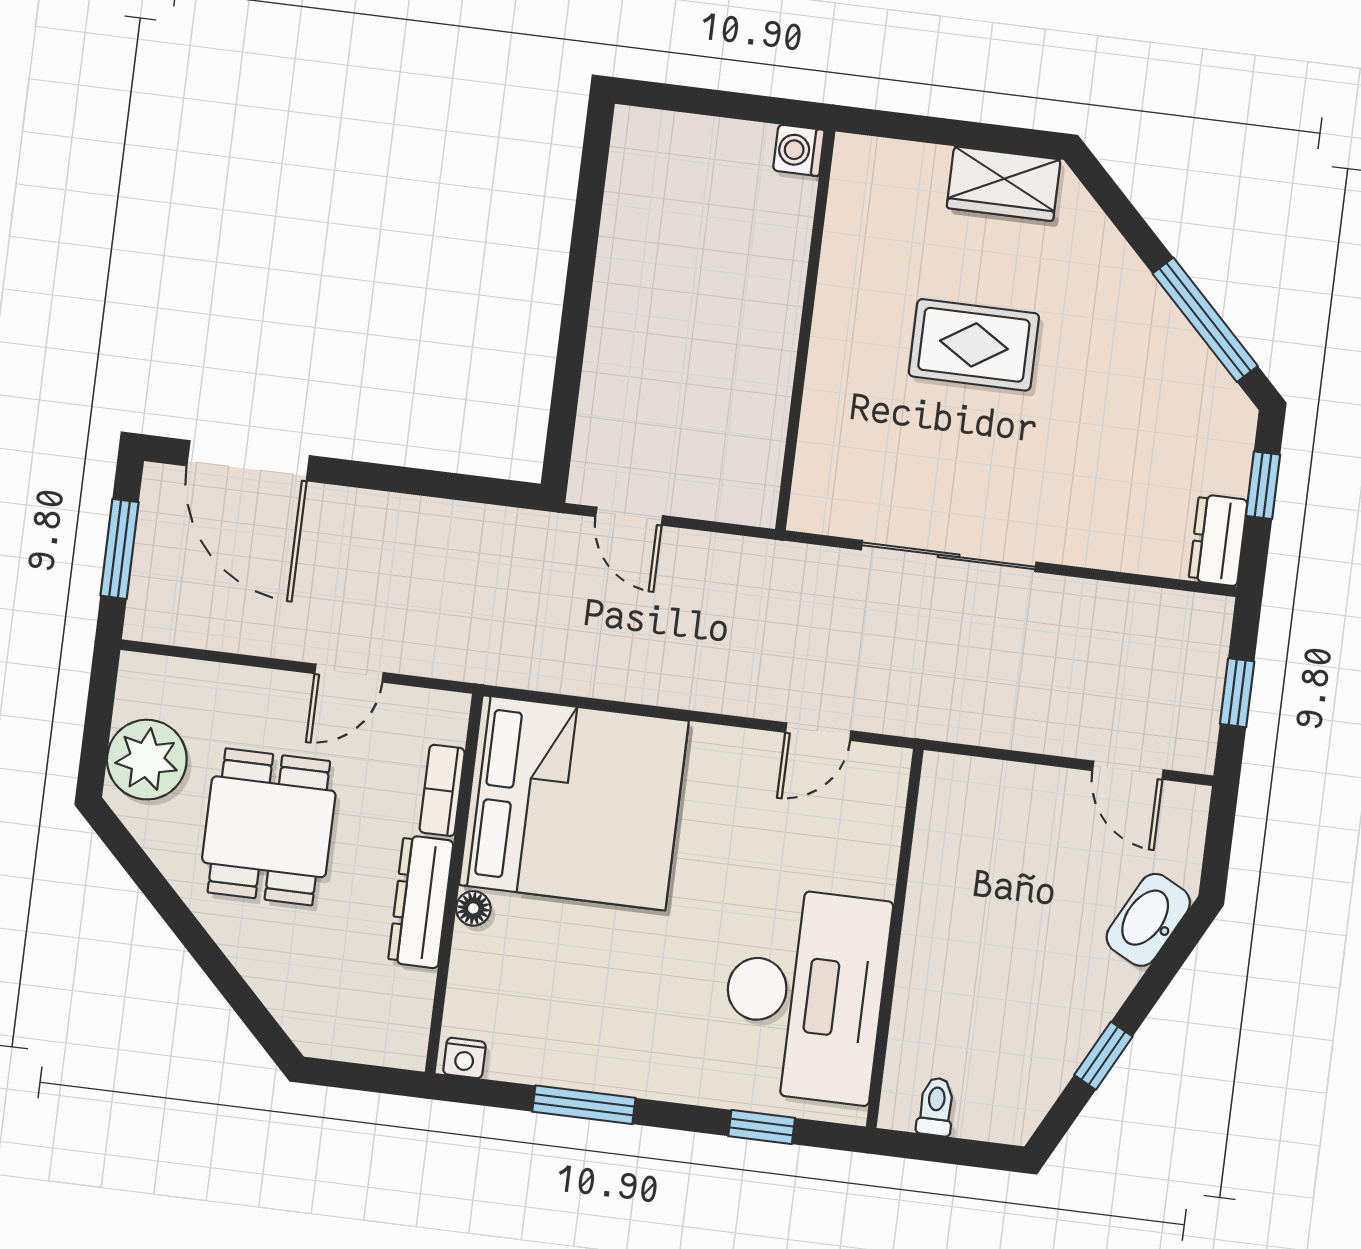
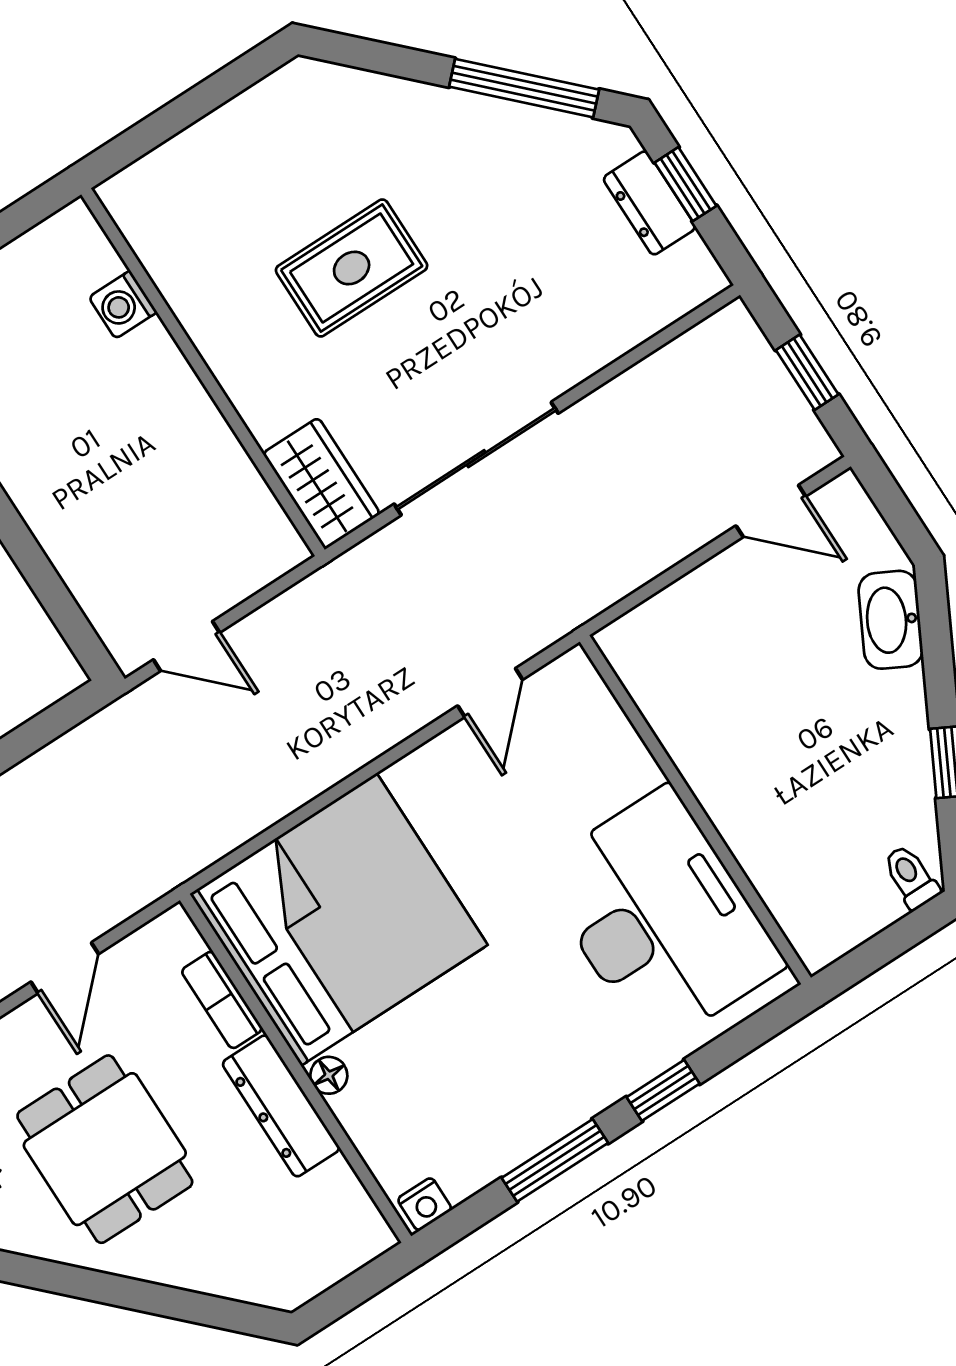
washing machine: (799, 150) -> (123, 305), moved
wardrobe: (1004, 184) -> (321, 483), moved, turned -90
dresser: (1218, 540) -> (649, 203), moved
toilet: (936, 1107) -> (911, 877), moved
window: (762, 1127) -> (663, 1090), moved

